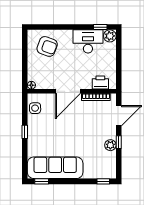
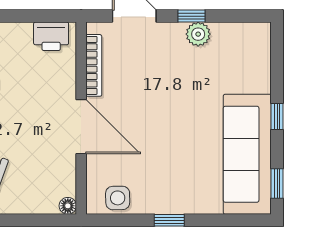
printer: (100, 83) -> (51, 36), moved, turned -90
window: (103, 181) -> (277, 116), moved

